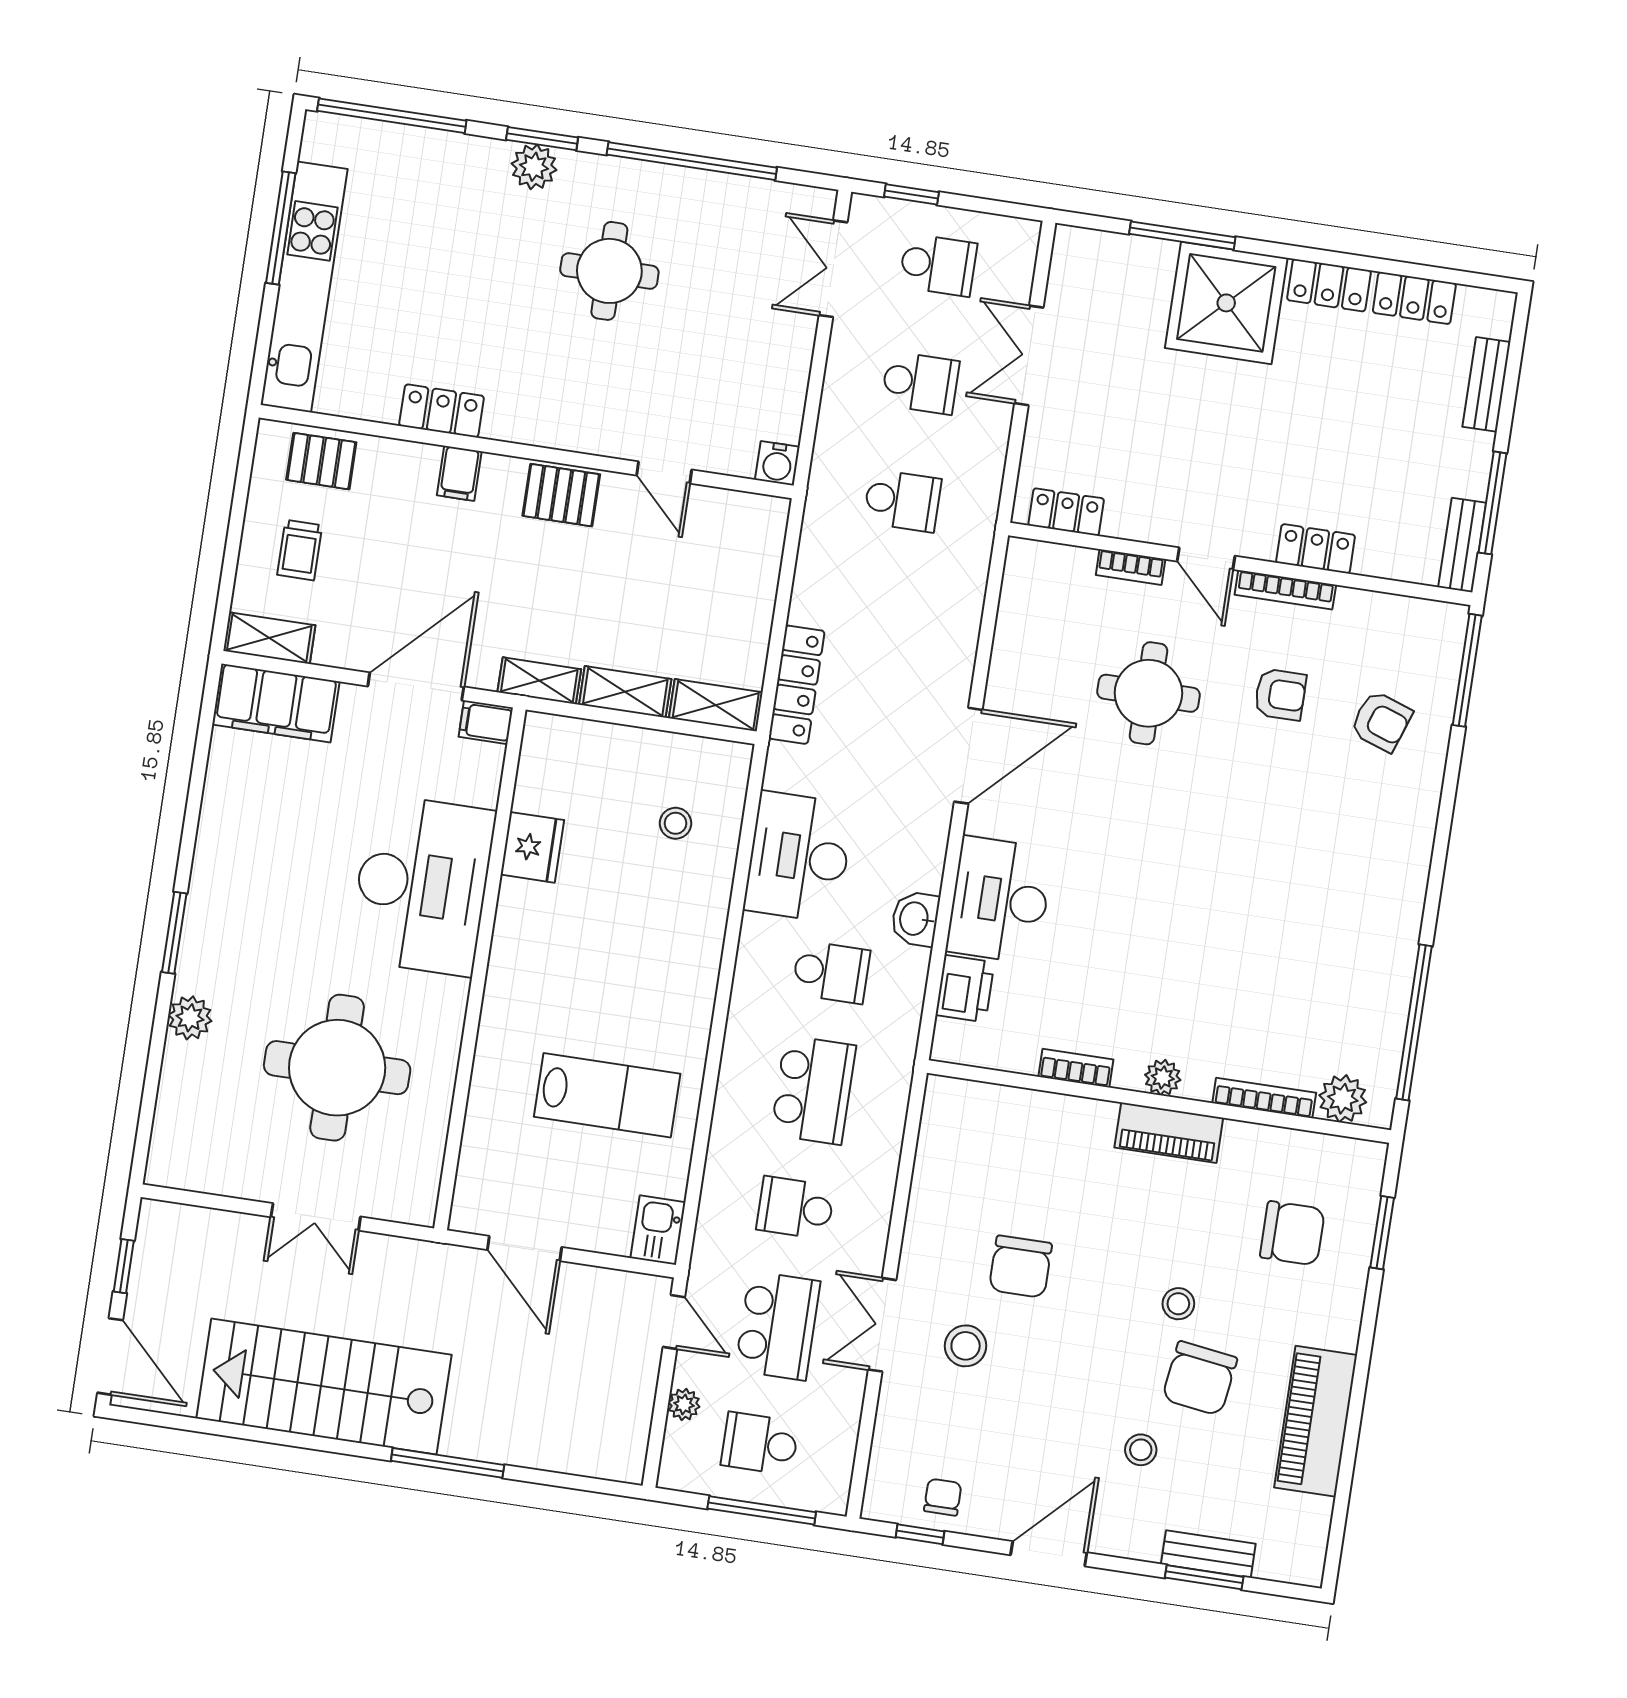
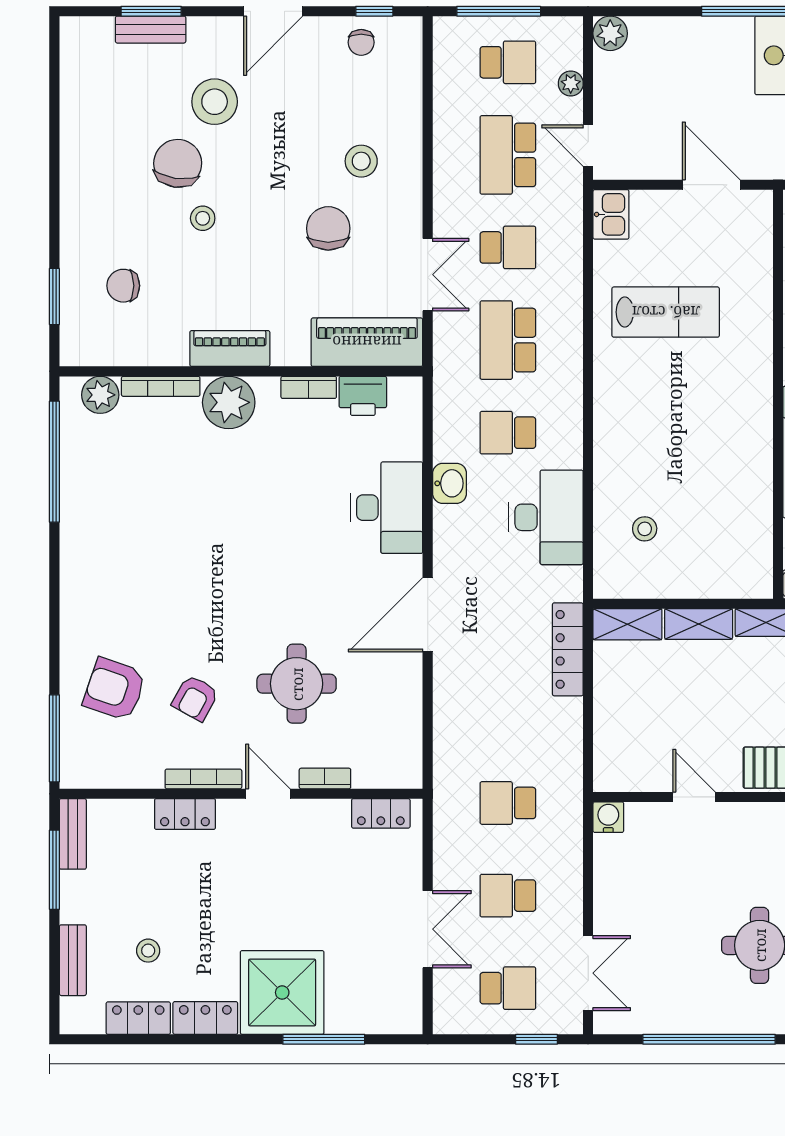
school desk: (938, 265) -> (508, 988), turned 180
stool: (1389, 382) -> (148, 951), added
armchair: (1280, 694) -> (195, 698), turned -61
armchair: (1381, 721) -> (115, 689), width x1.38, depth x1.38
fridge: (532, 847) -> (752, 494), removed
printer: (965, 989) -> (363, 396), moved, turned -90
plant: (1163, 1077) -> (229, 402), width x1.87, depth x1.87
lab bench: (607, 1095) -> (666, 312), turned 180
chair: (1292, 1233) -> (123, 286), width x0.73, depth x0.73
double door: (882, 1325) -> (428, 275), moved
piano: (1316, 1421) -> (367, 342), moved, turned -90
stool: (1141, 1450) -> (215, 102), width x1.89, depth x1.89
plant: (624, 1461) -> (610, 33), added

